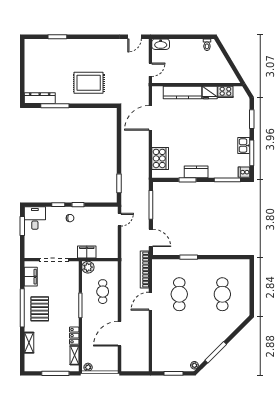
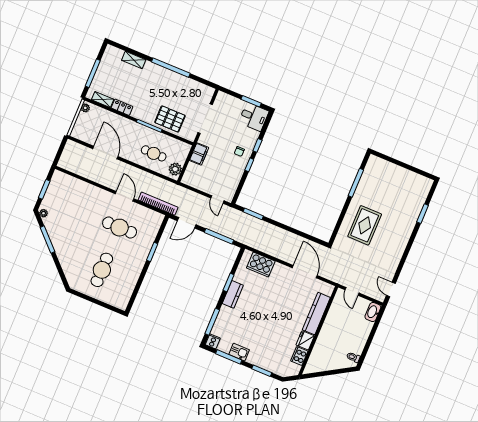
dresser: (40, 98) -> (370, 171), removed
plant: (88, 267) -> (175, 169), moved
filing cabinet: (31, 277) -> (198, 89), removed
cafe table: (222, 294) -> (102, 270), turned 90
pallet: (40, 309) -> (170, 119), moved

